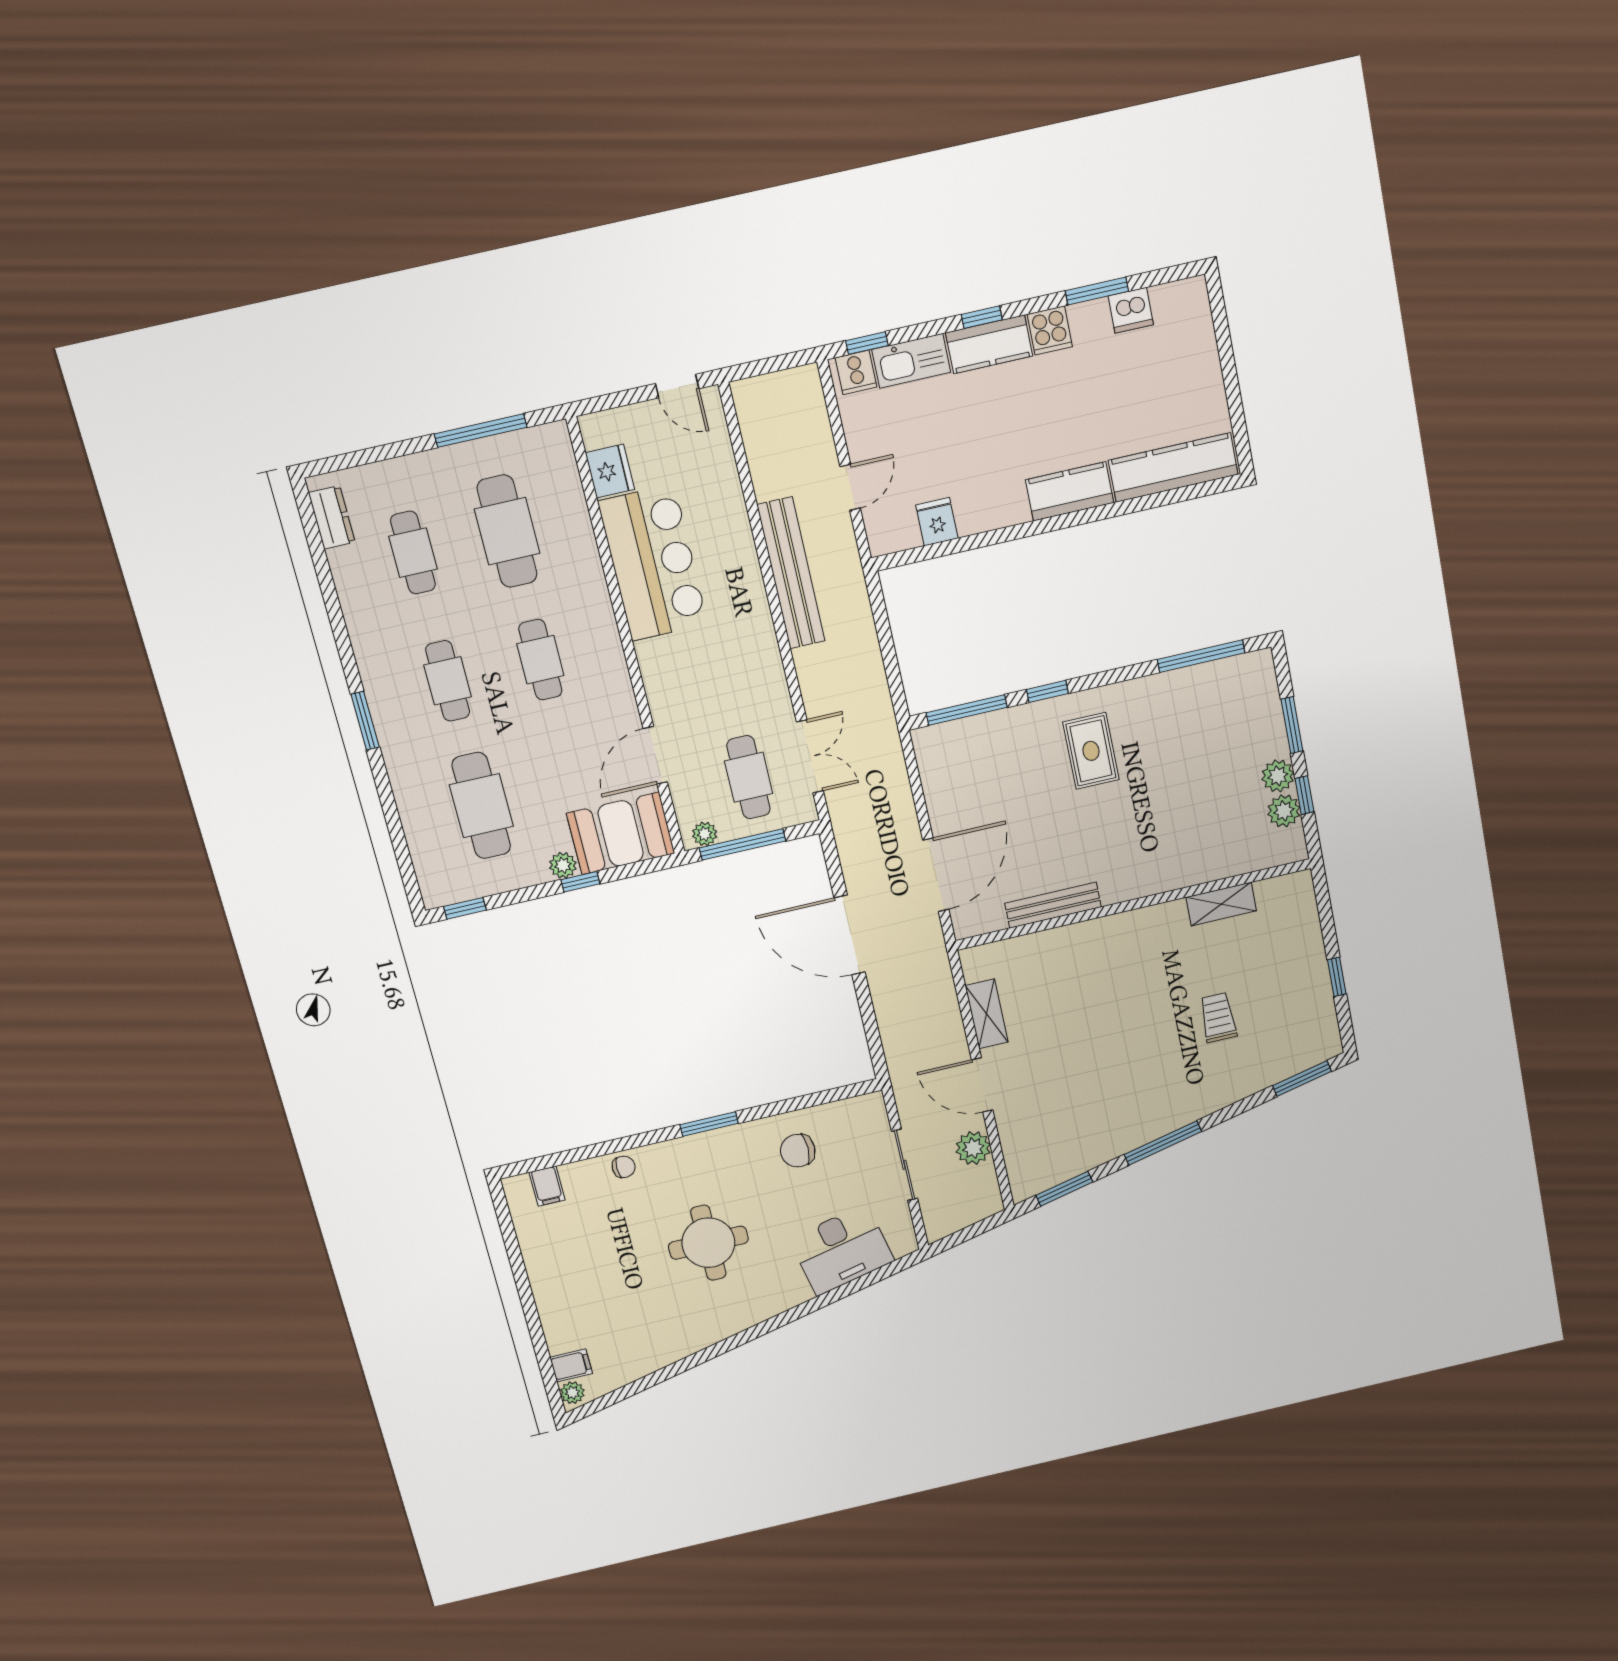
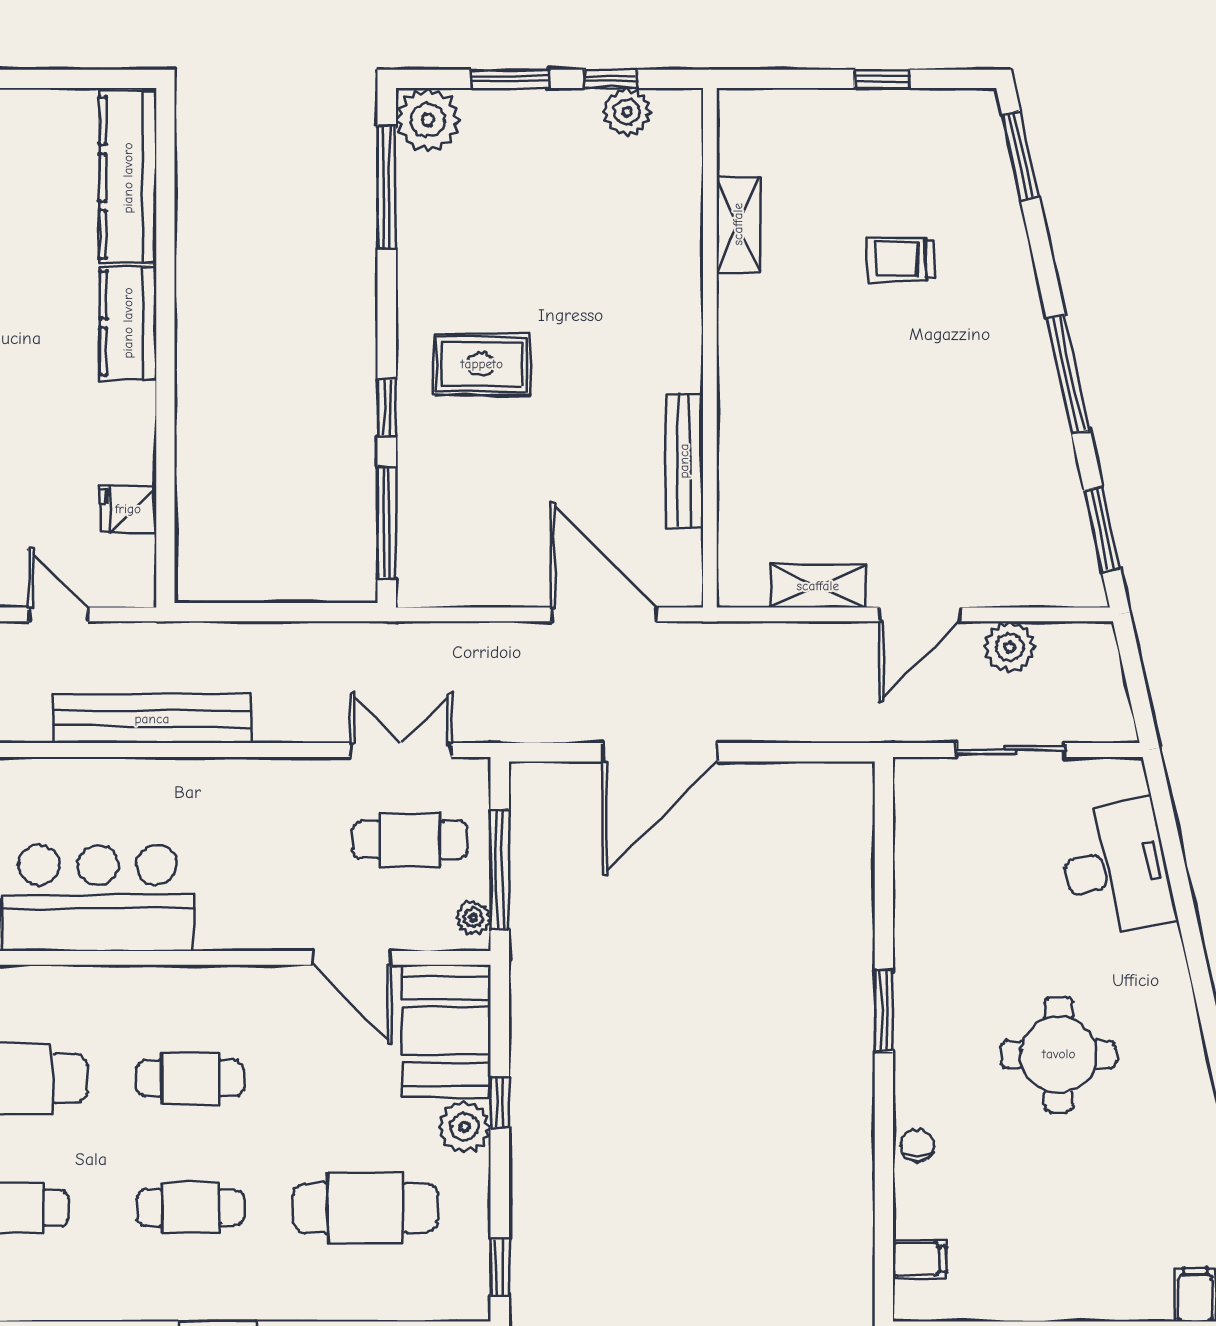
plant: (1278, 776) -> (428, 120), moved, width x1.36, depth x1.36
plant: (563, 865) -> (465, 1127), width x1.38, depth x1.38
chair: (798, 1151) -> (953, 896), removed

